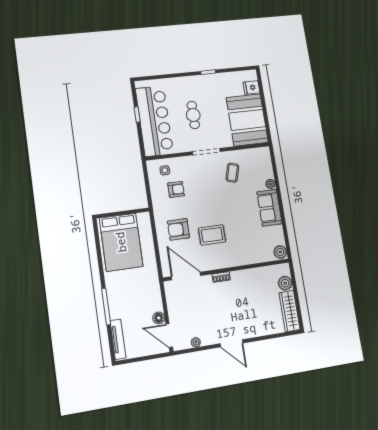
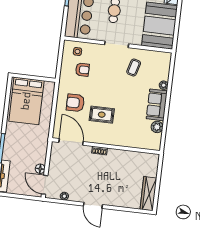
plant: (280, 252) -> (157, 127), moved
plant: (285, 283) -> (151, 170), removed

